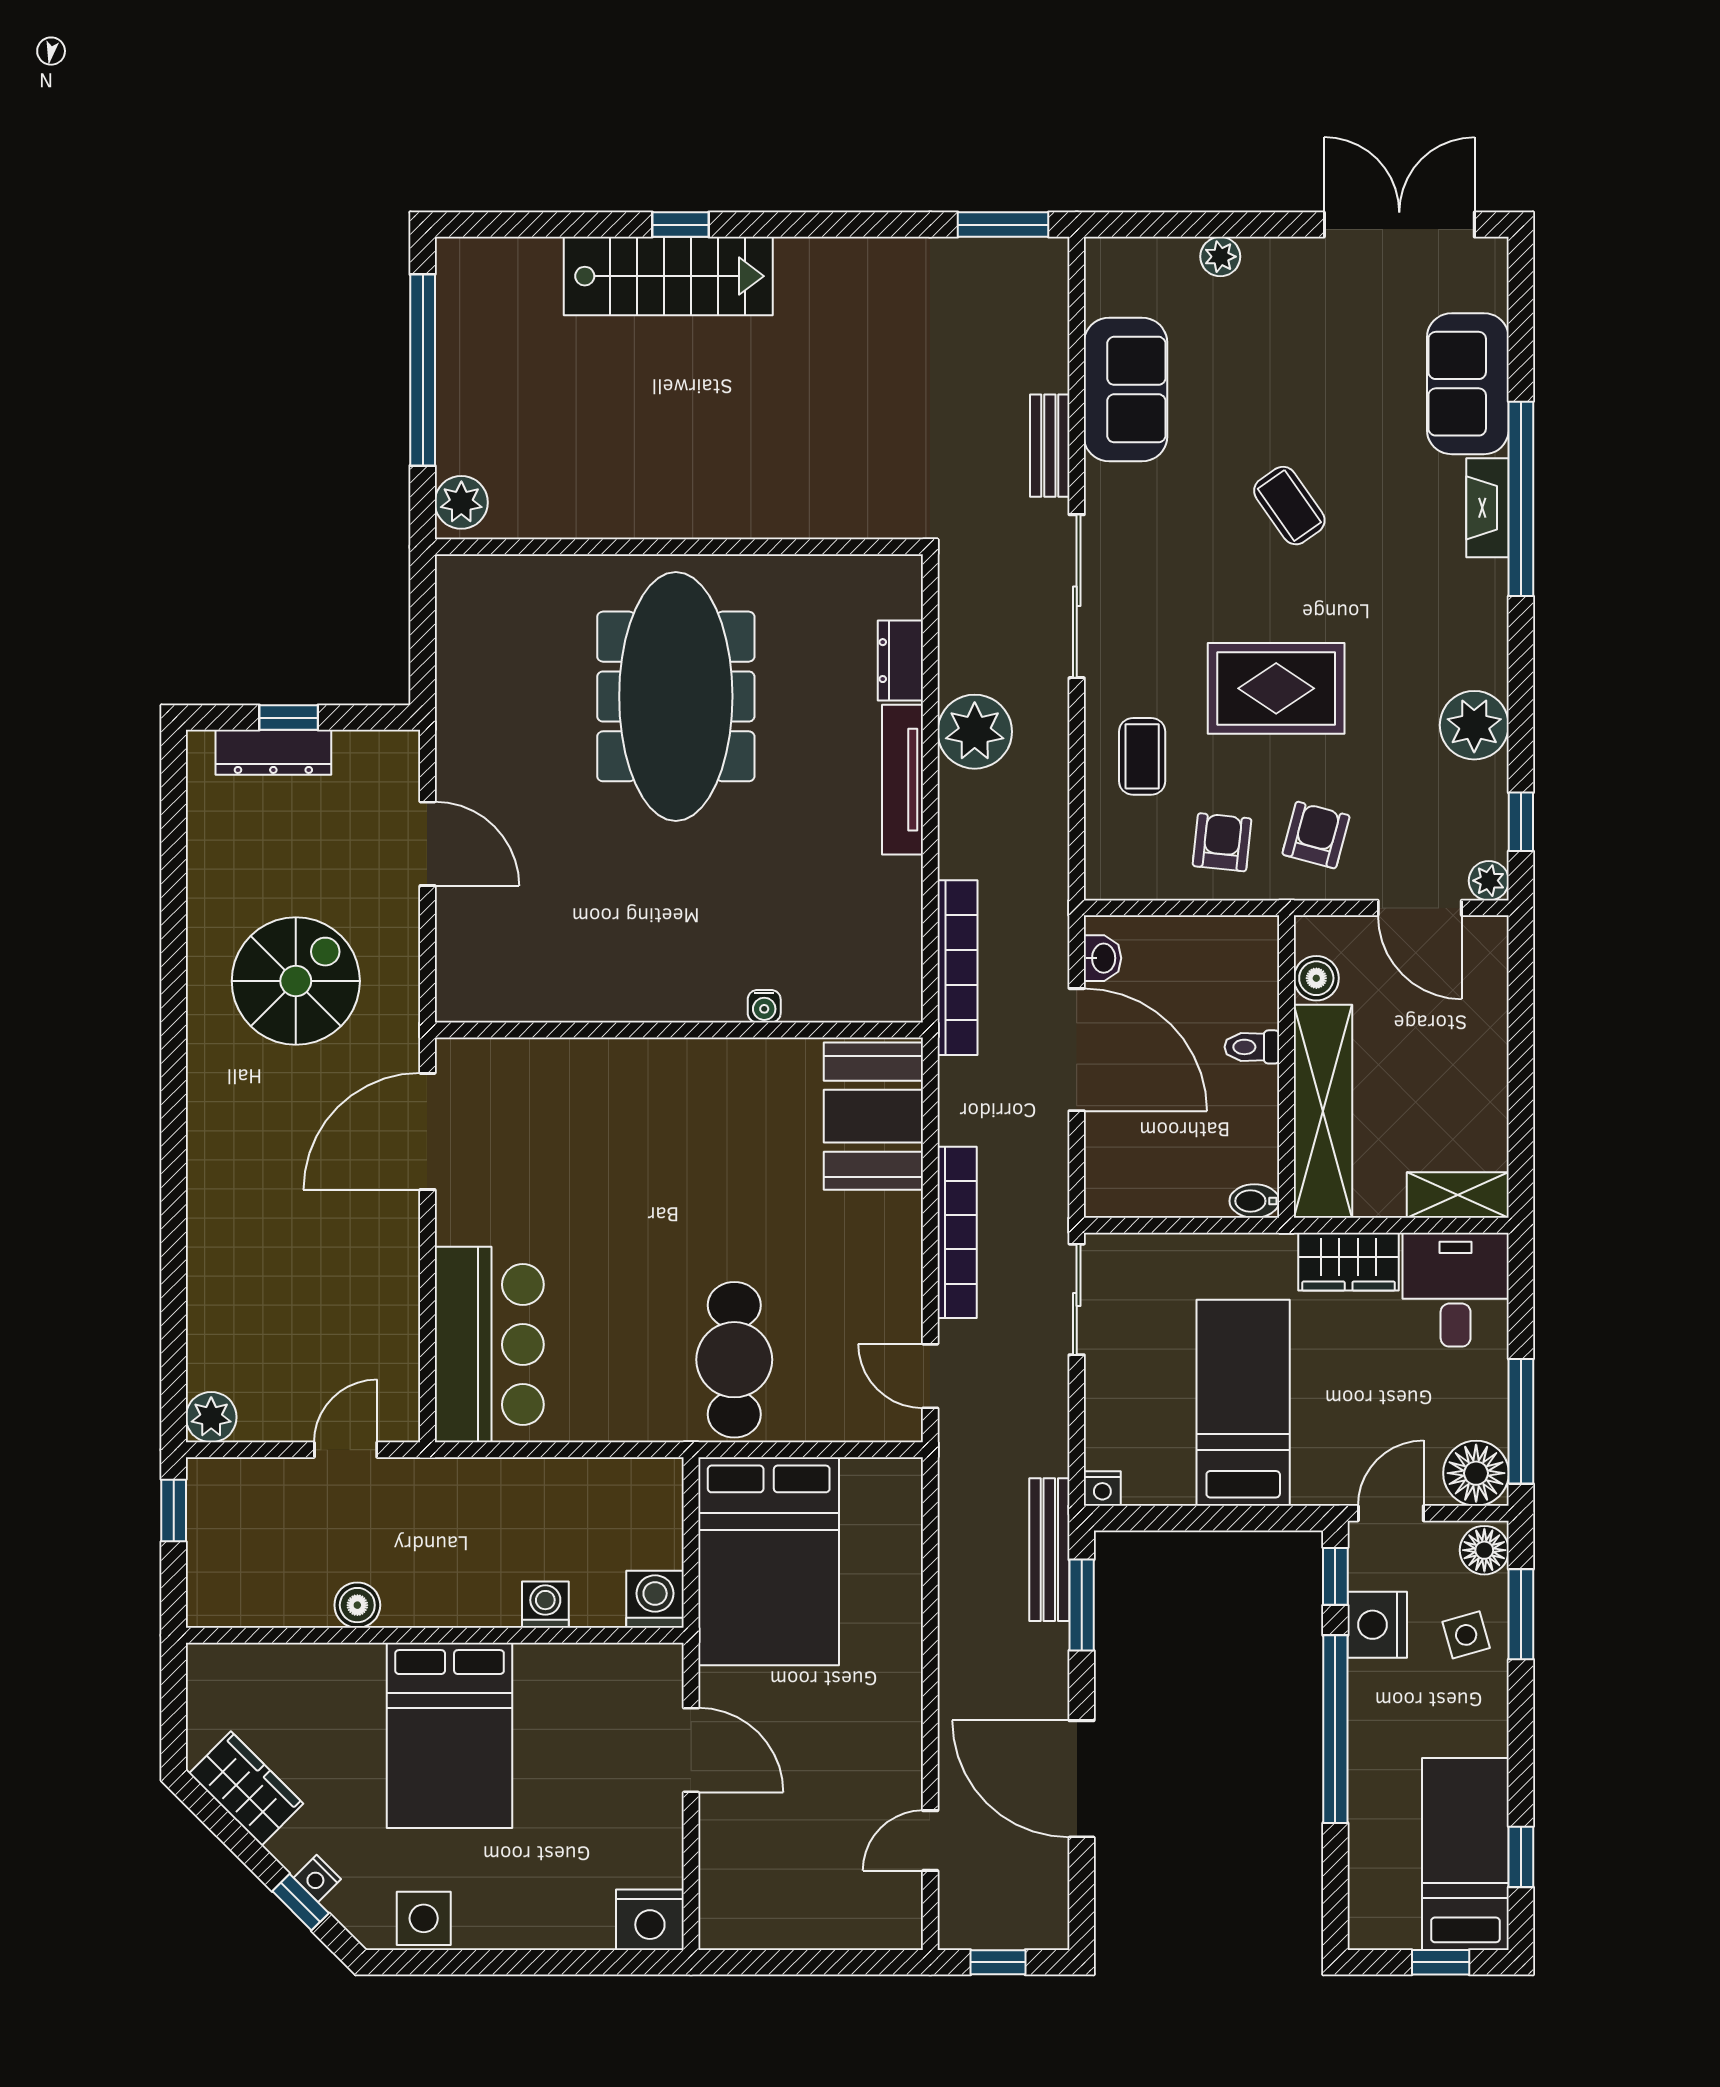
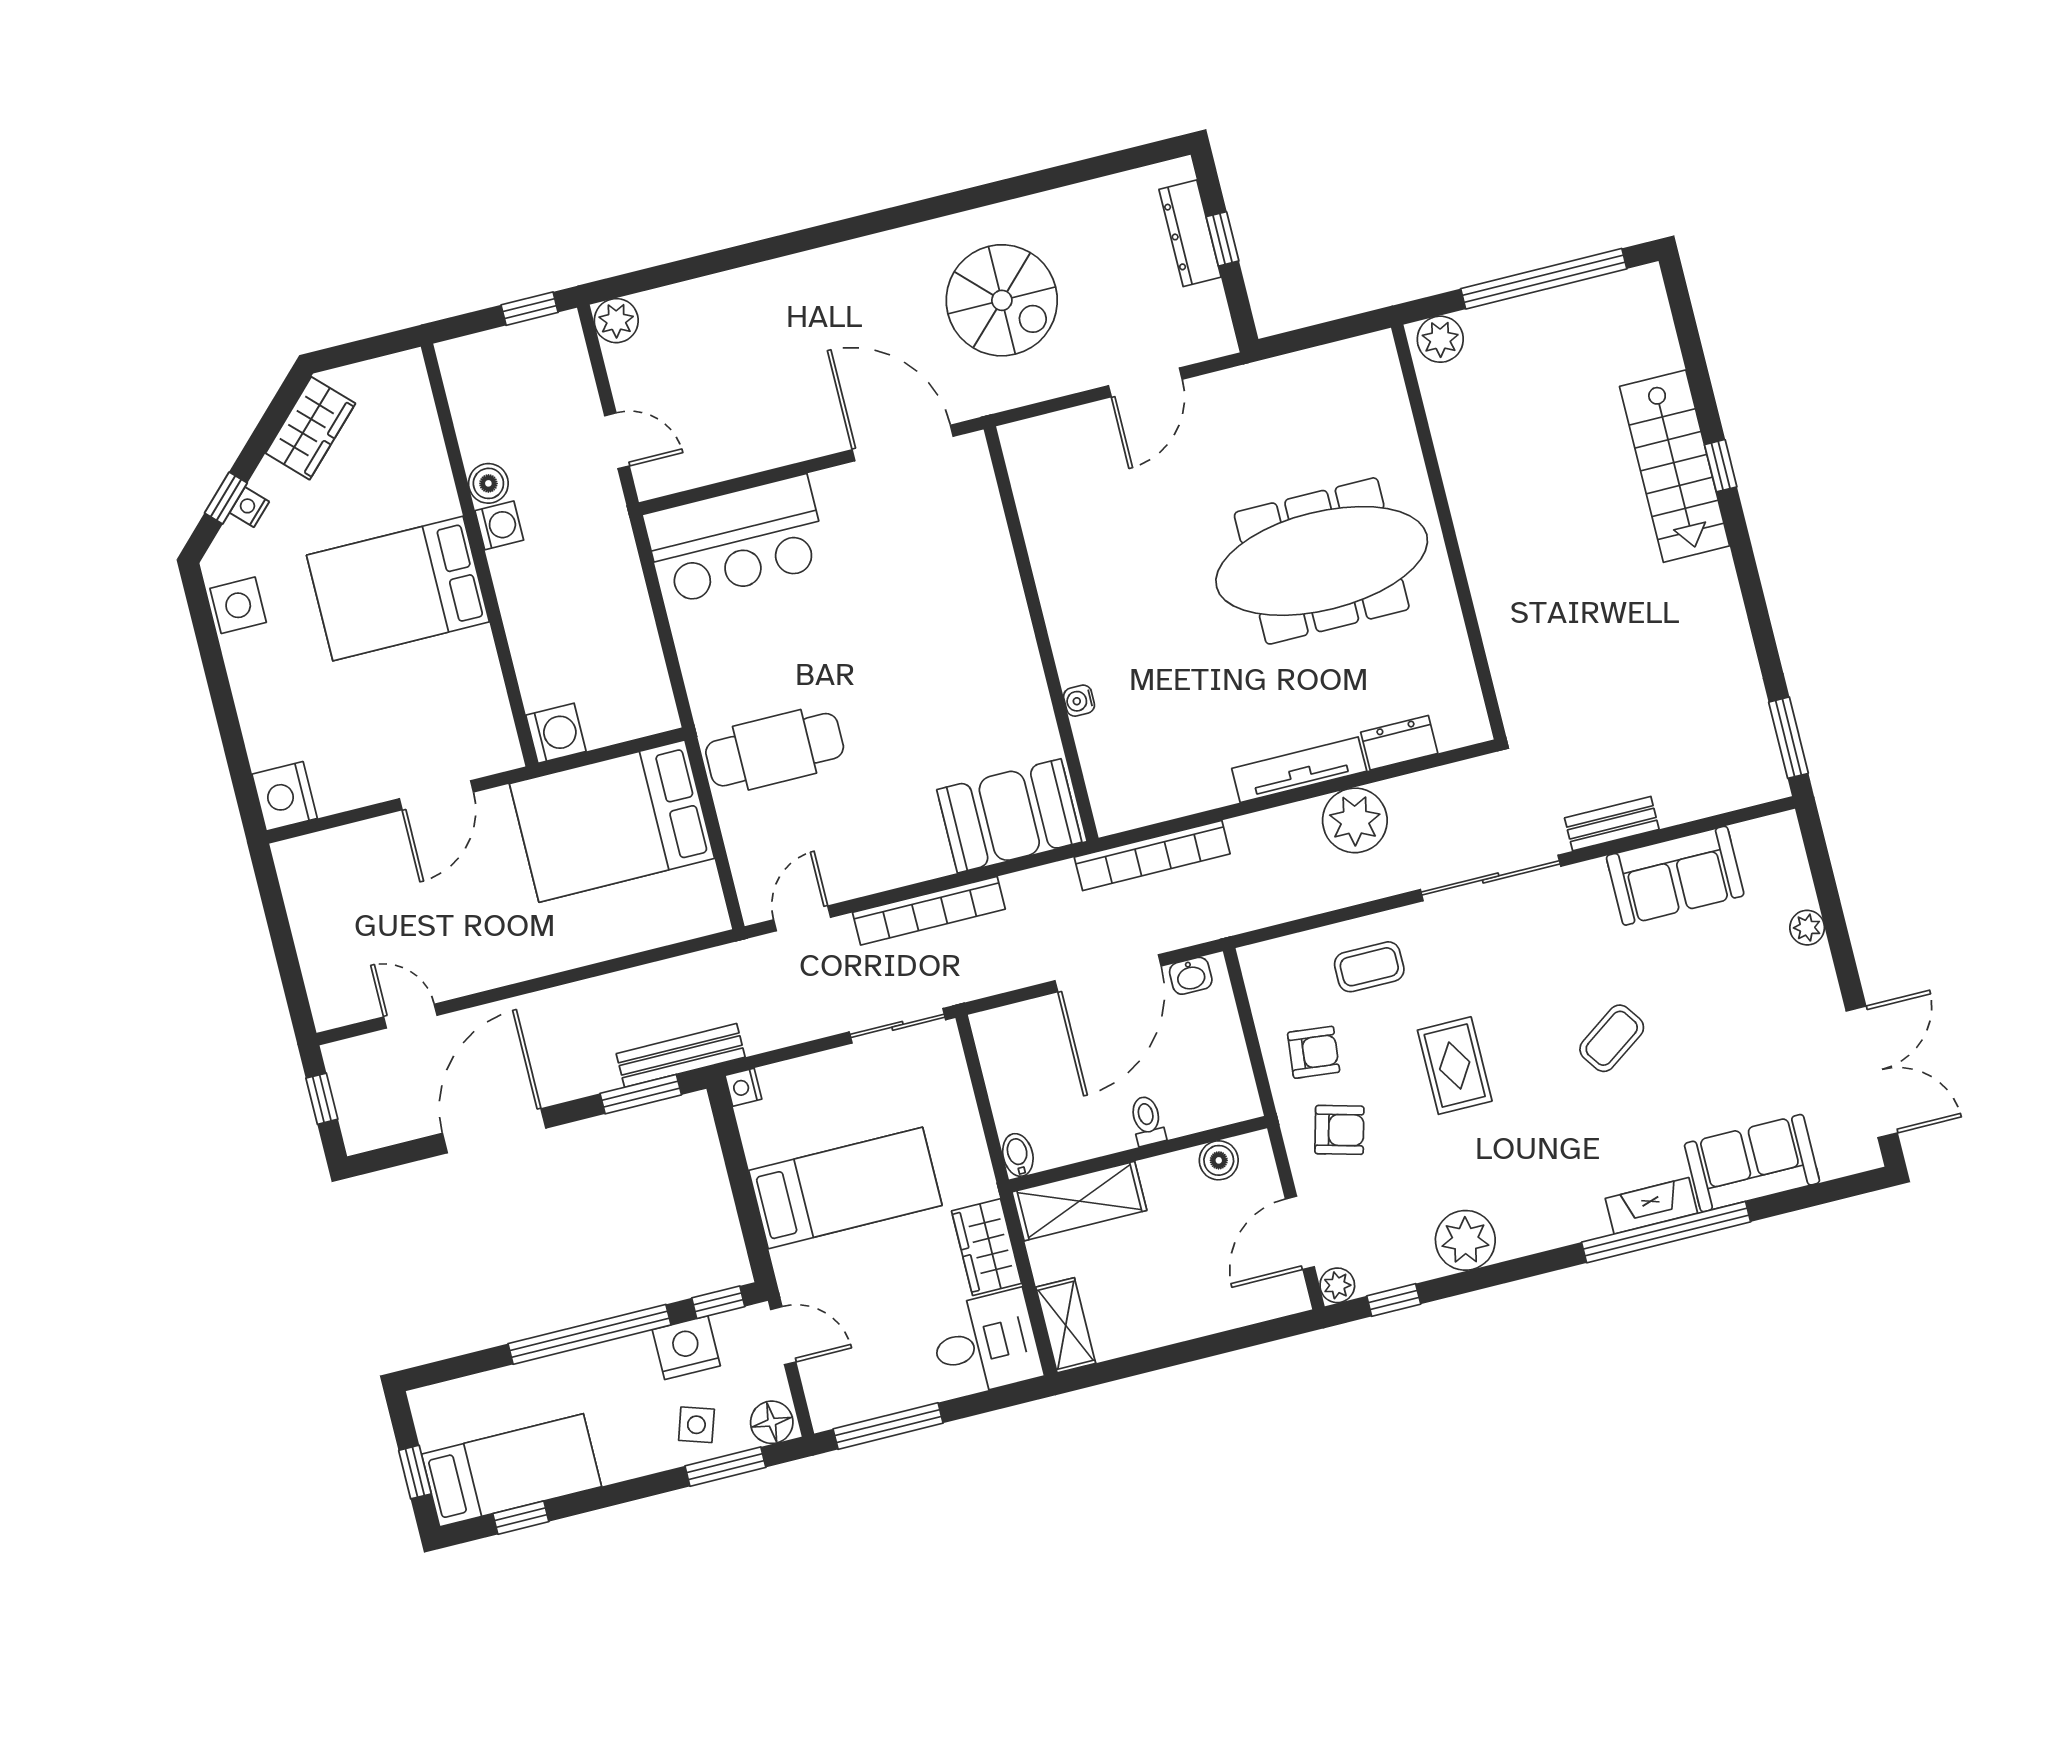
rug: (1276, 688) -> (1455, 1066), width x0.73, depth x0.70
shelving: (1323, 1111) -> (1079, 1201), width x0.68
floor lamp: (1476, 1473) -> (835, 1399), removed
washing machine: (545, 1605) -> (499, 525), moved
side table: (1466, 1635) -> (696, 1425), turned 34

